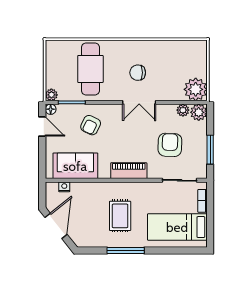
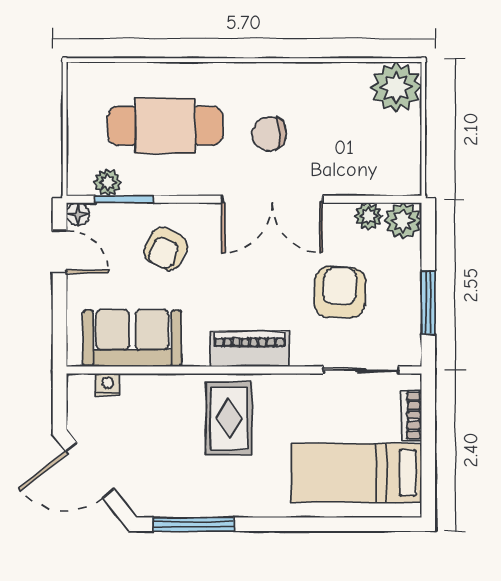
cafe table: (90, 69) -> (165, 126), turned 90
plant: (196, 89) -> (396, 87), moved
plant: (51, 95) -> (107, 182), moved
double door: (139, 102) -> (272, 199), width x1.37
rug: (120, 216) -> (229, 418), moved
door: (56, 226) -> (90, 470), swing flipped
window: (126, 250) -> (193, 524), moved

